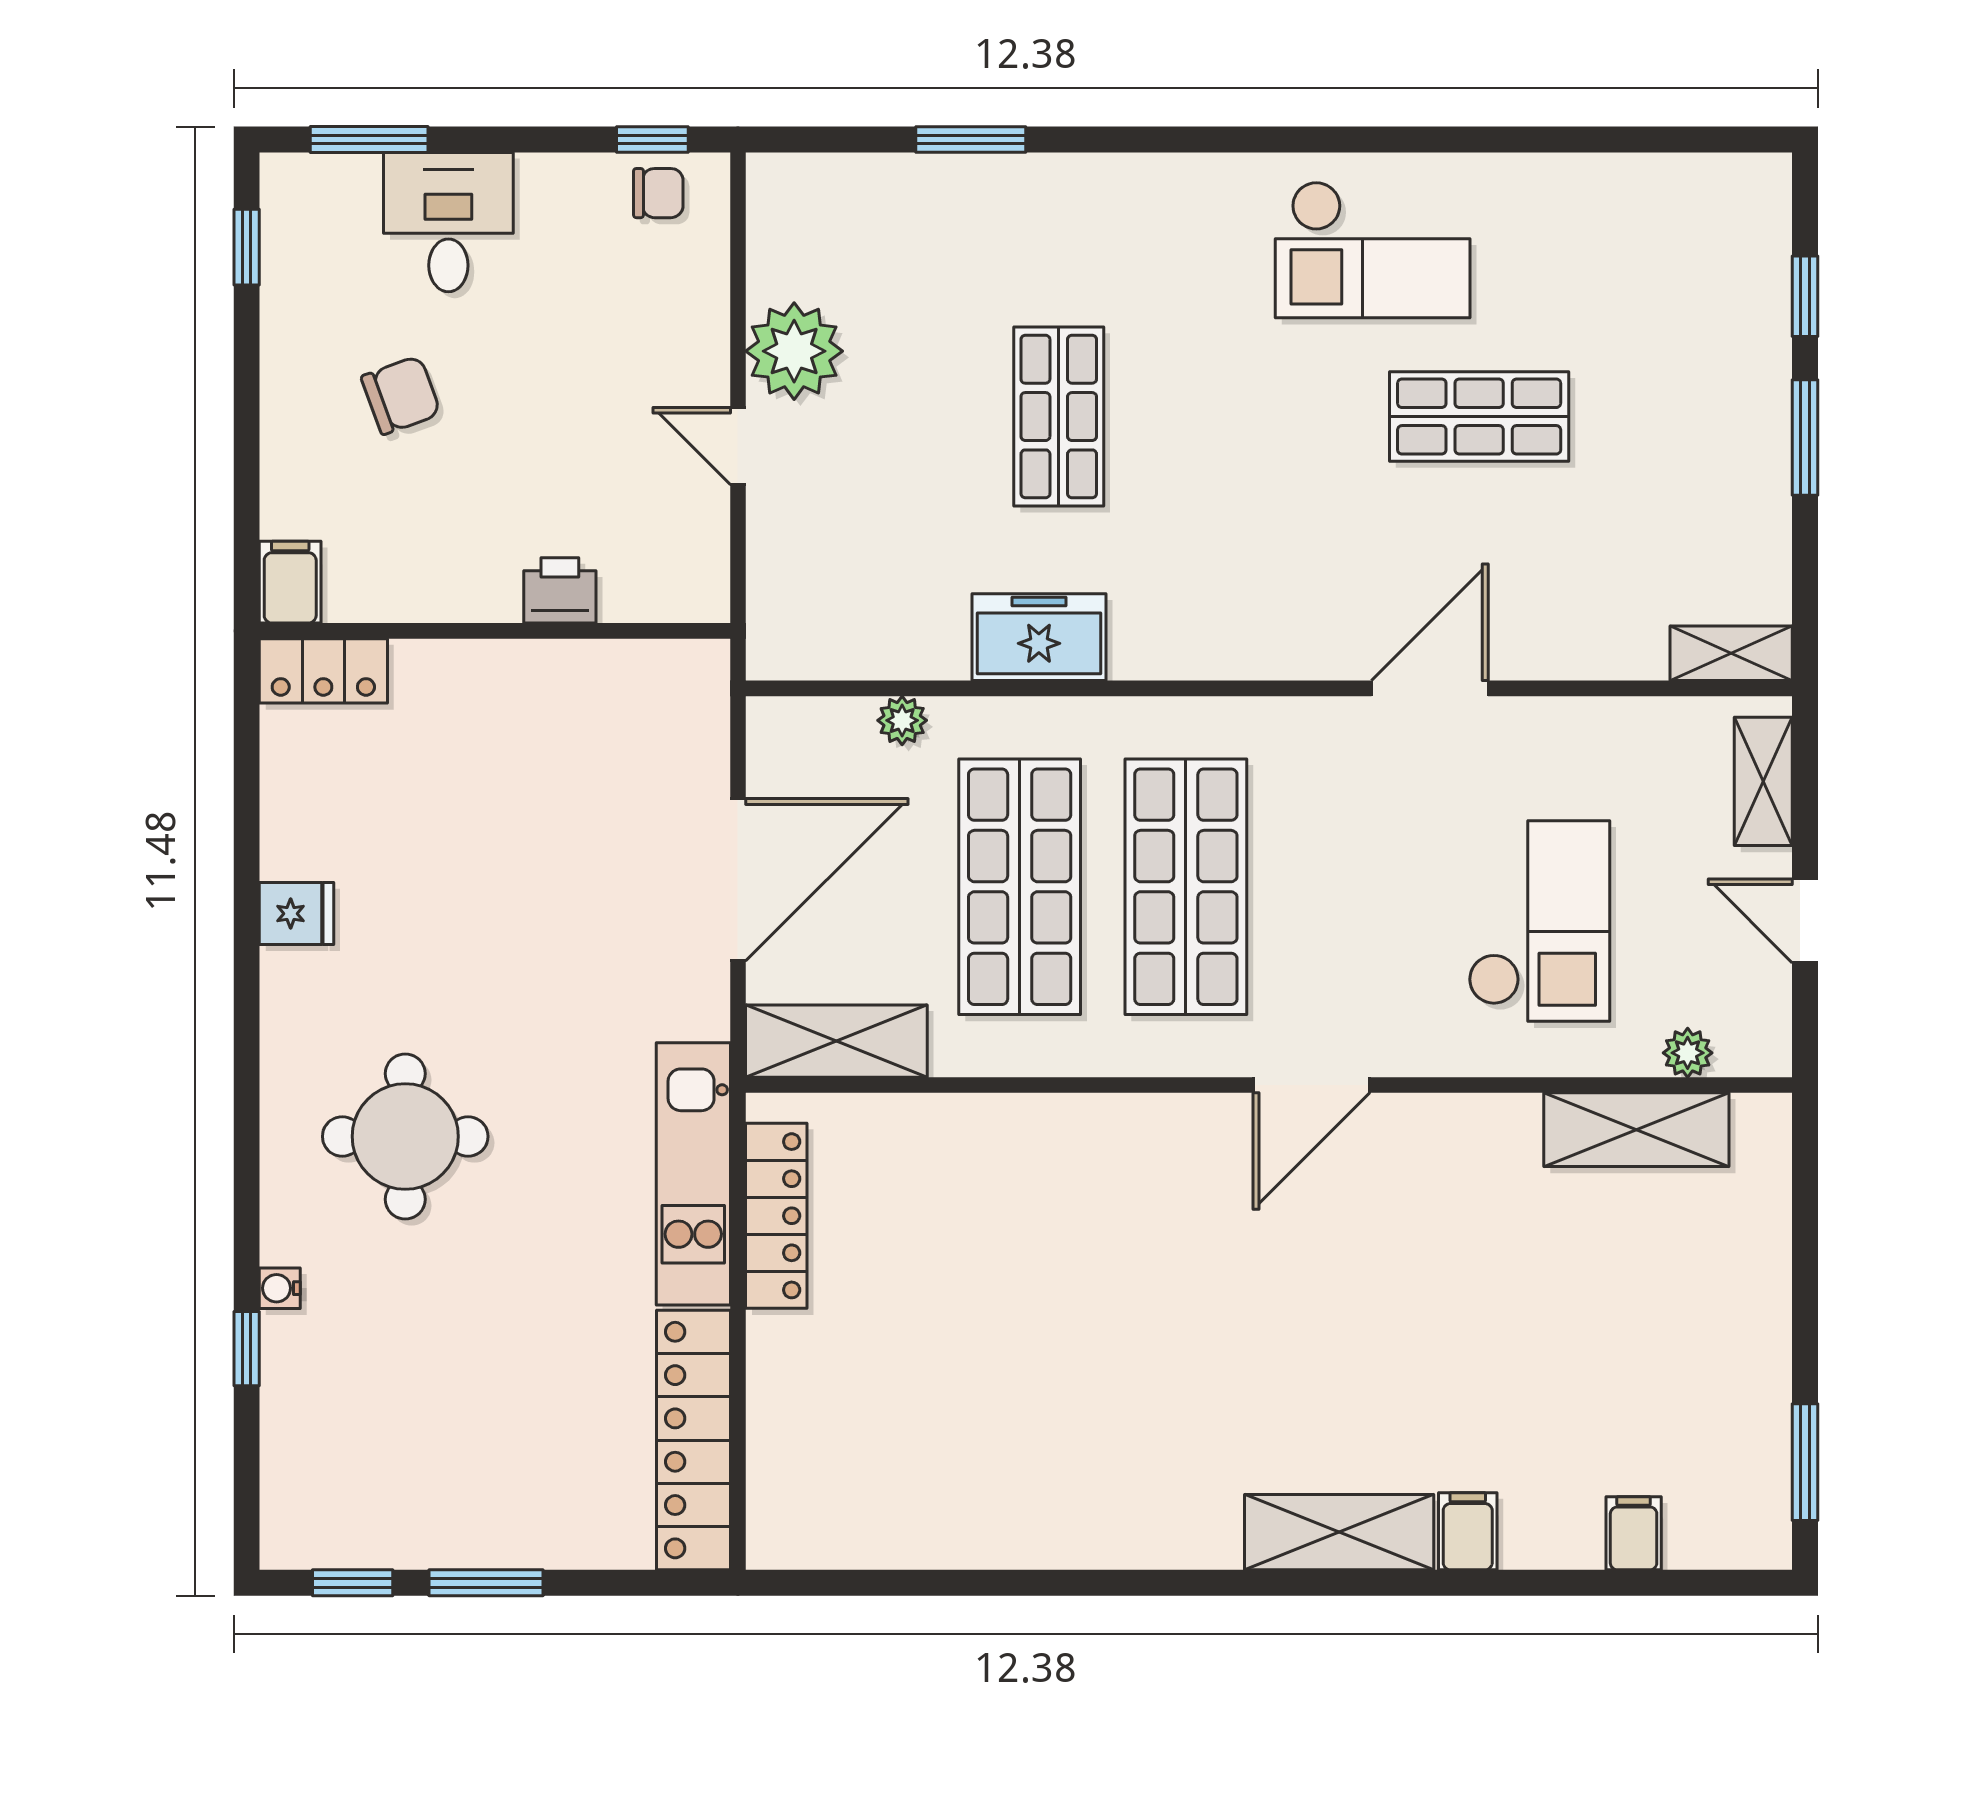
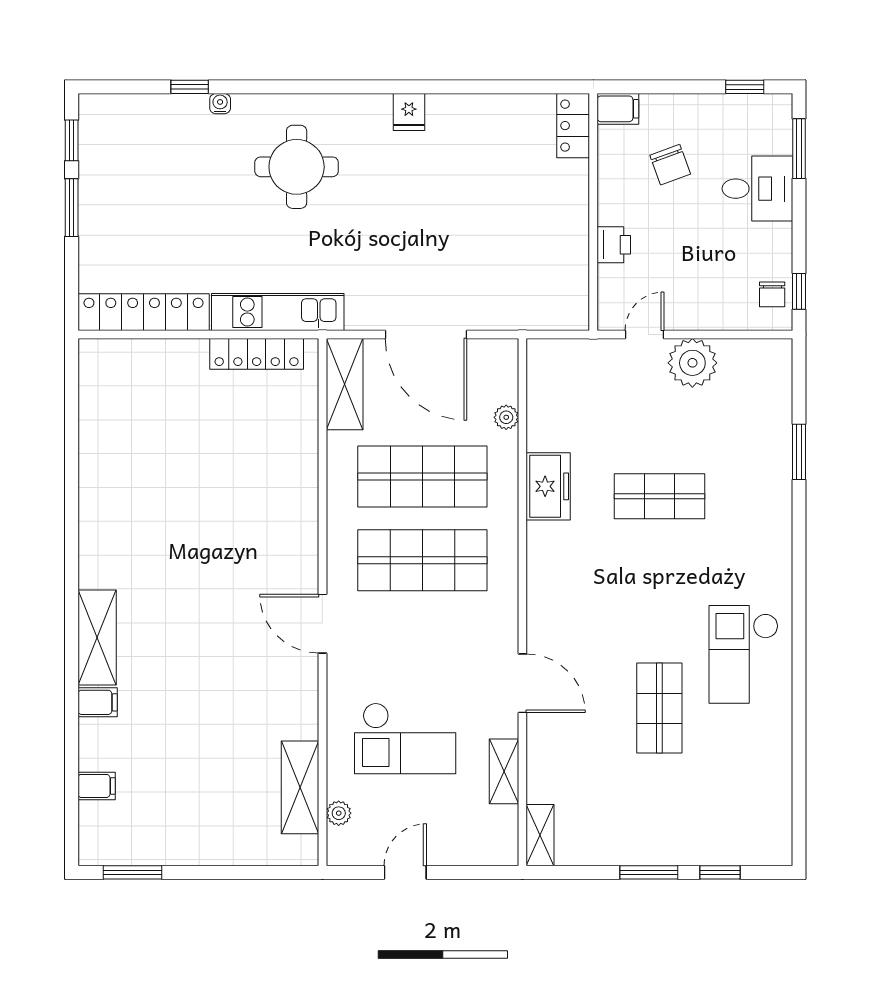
filing cabinet: (290, 582) -> (618, 109), moved
printer: (560, 590) -> (614, 245), moved
wall: (495, 631) -> (593, 212), moved
locker: (323, 671) -> (573, 126), moved
shelving: (1763, 781) -> (504, 771), moved, turned 90

